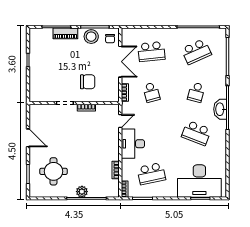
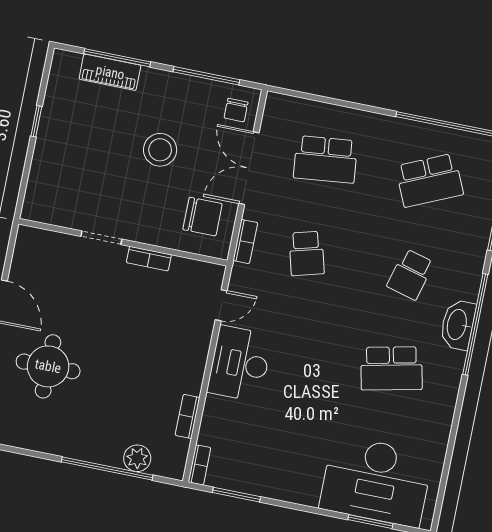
piano: (65, 33) -> (110, 72), moved
stool: (91, 37) -> (160, 150), moved
double door: (120, 62) -> (249, 168), swing flipped
chair: (88, 82) -> (203, 217), moved
school desk: (196, 133) -> (391, 368), turned -33
round table: (53, 171) -> (48, 366), moved
school desk: (151, 174) -> (269, 442), removed
plant: (82, 192) -> (137, 458), moved

